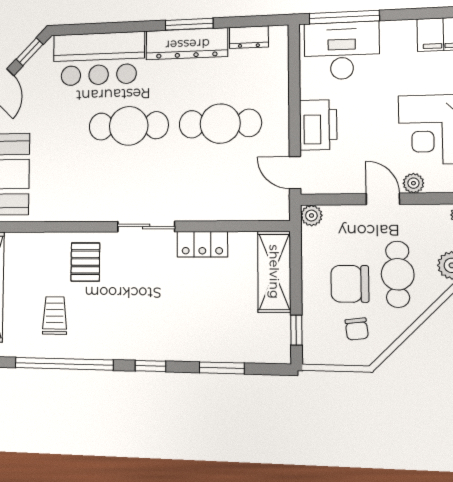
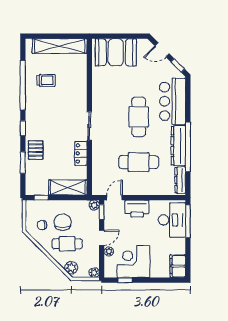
window: (189, 24) -> (188, 147), width x2.11
dresser: (249, 37) -> (180, 180), width x1.44
cafe table: (220, 124) -> (139, 162), turned 90
window: (326, 199) -> (102, 212), added
pallet: (85, 262) -> (36, 150), moved, turned 90

